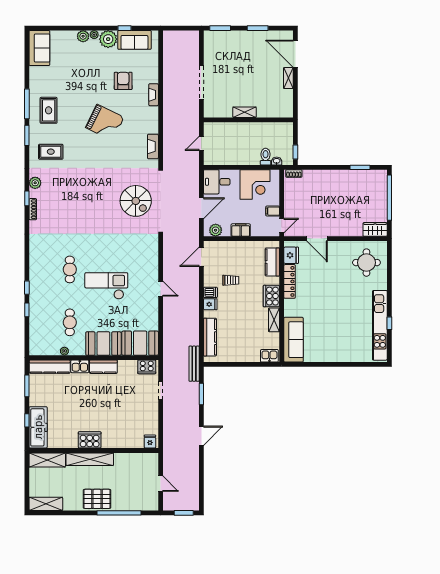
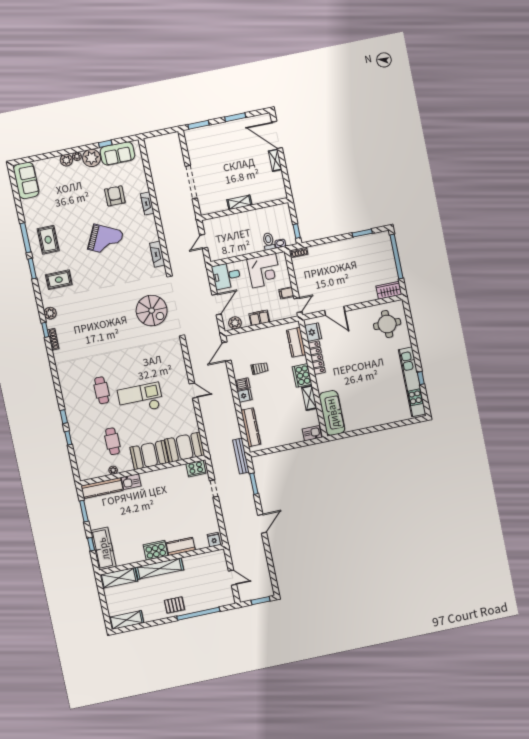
kitchen counter: (103, 367) -> (181, 546), moved, turned 180
pallet: (97, 499) -> (174, 605), width x0.67, depth x0.71

